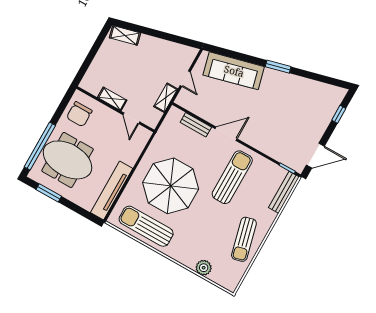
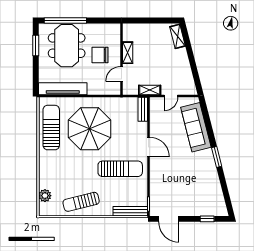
chair: (79, 114) -> (100, 55), moved
bench: (196, 125) -> (143, 109), moved
plant: (204, 268) -> (45, 196), moved

